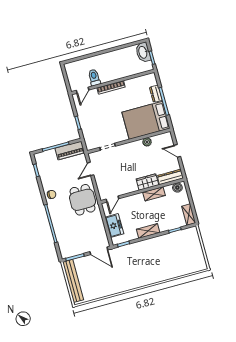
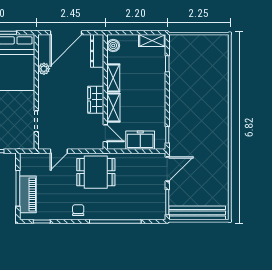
piano: (70, 151) -> (28, 194), moved
door: (177, 151) -> (66, 33), width x1.88
door: (90, 169) -> (59, 151), hinge flipped
wardrobe: (147, 182) -> (96, 100), moved
shelving: (148, 231) -> (113, 108), moved

